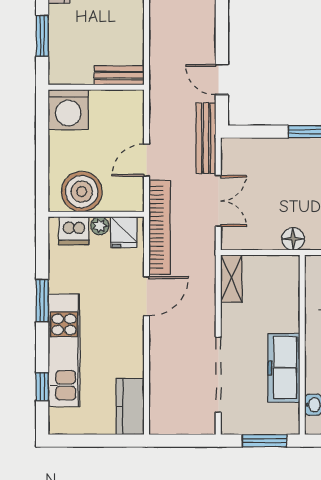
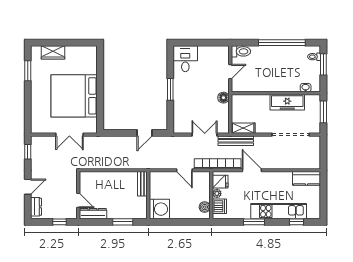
bench: (206, 138) -> (236, 141), moved
boiler: (82, 192) -> (205, 207), width x0.54, depth x0.54

